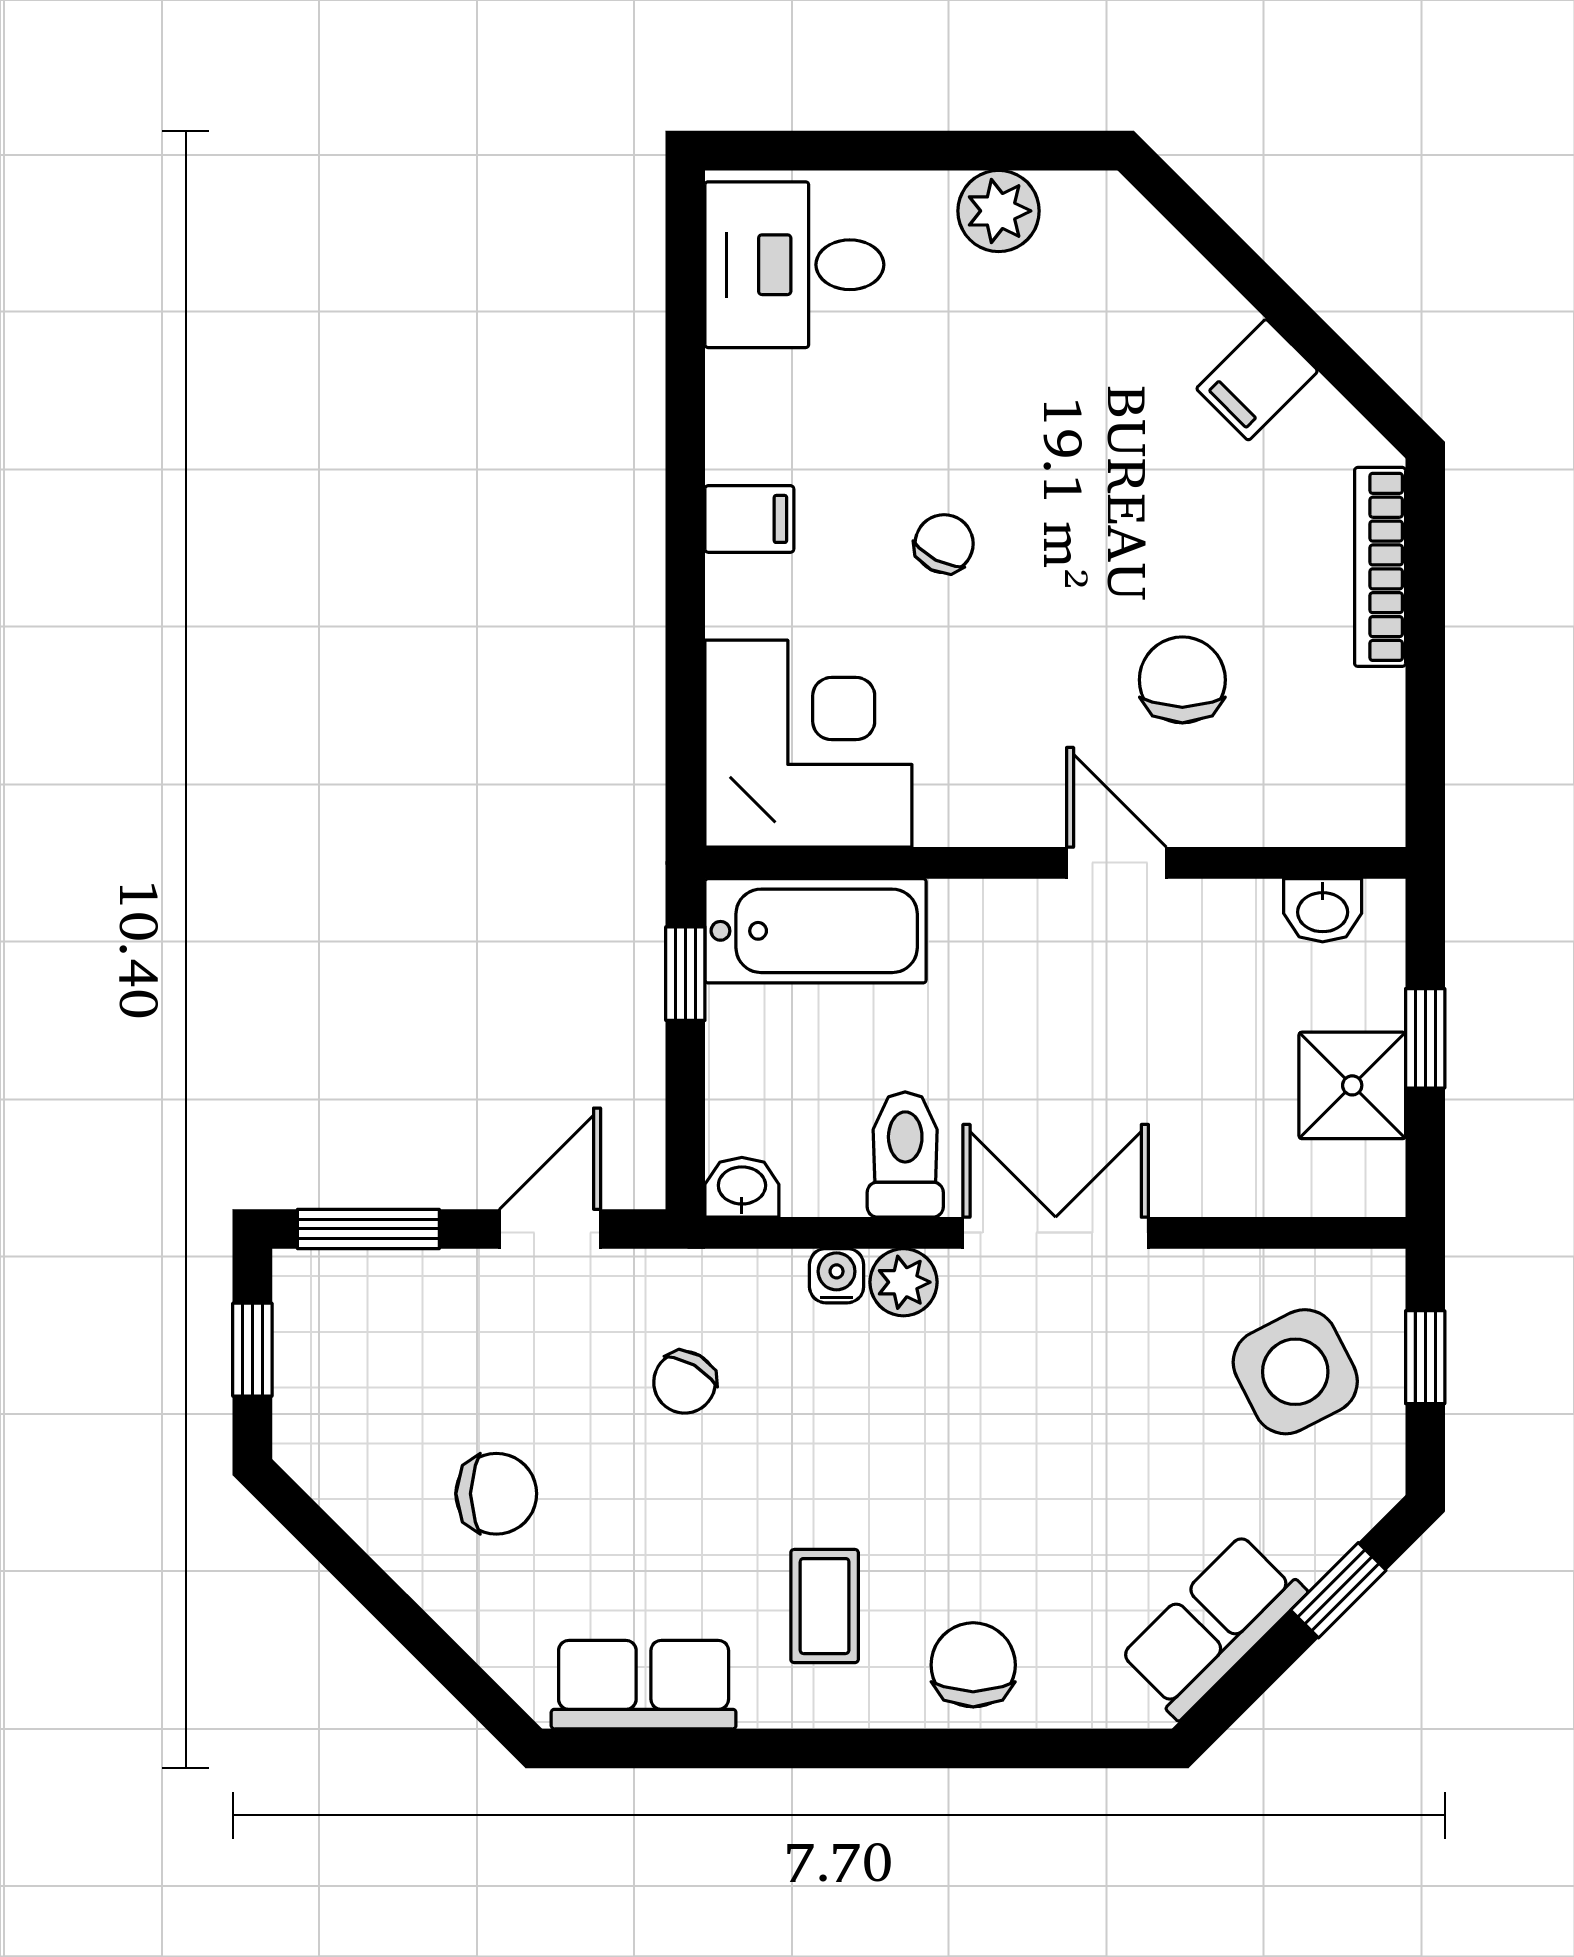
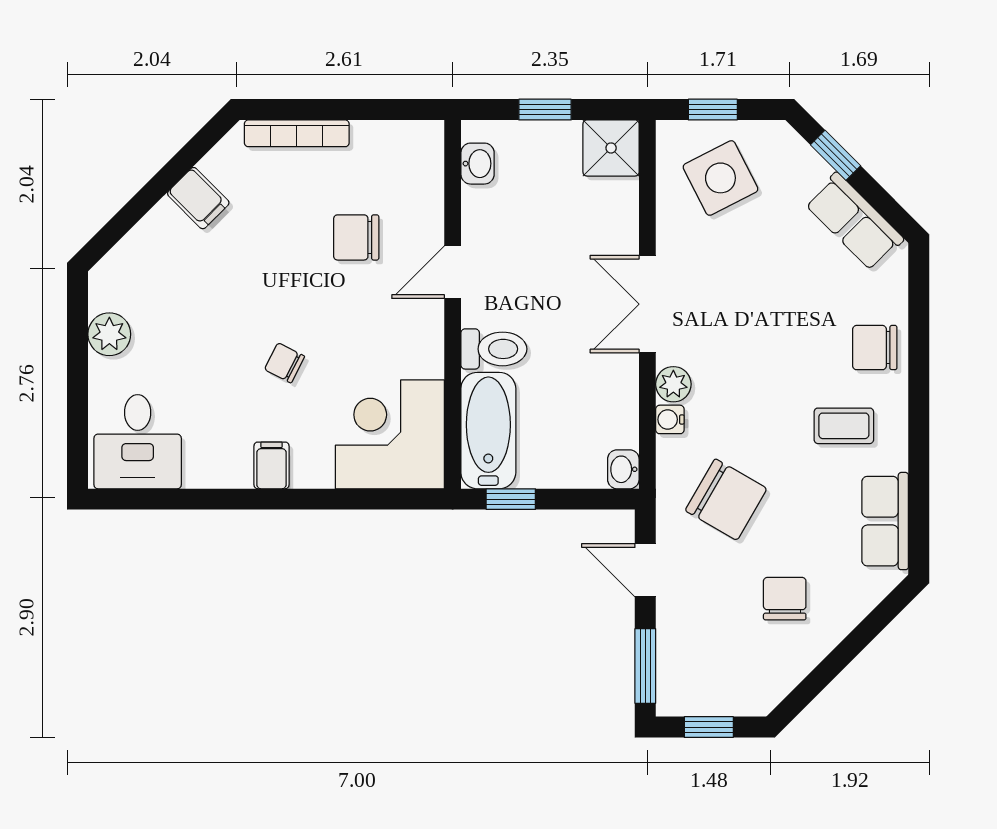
shower: (1352, 1085) -> (611, 148), moved
toilet: (905, 1155) -> (494, 349), moved, turned 180
chair: (685, 1382) -> (726, 500), width x1.87, depth x1.87

